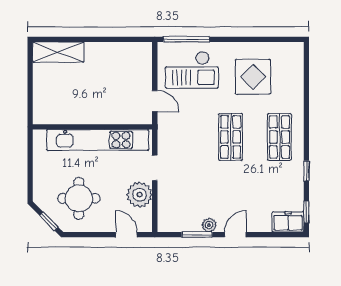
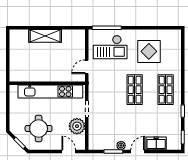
shelving: (58, 52) -> (45, 36), moved
door: (155, 101) -> (87, 67), swing flipped
freezer: (288, 222) -> (156, 143), moved

